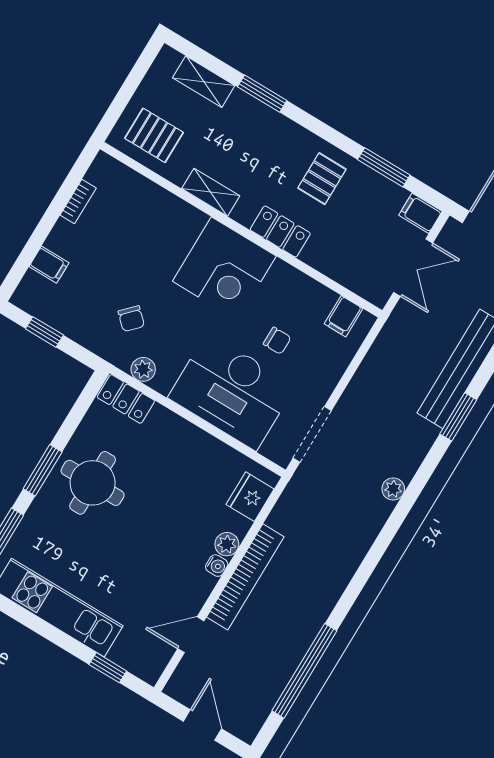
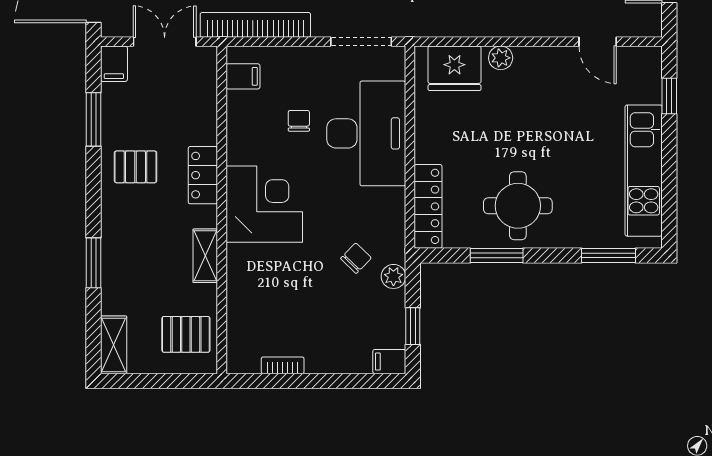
shelving: (204, 82) -> (114, 345), moved
pallet: (154, 135) -> (186, 334), turned 90
filing cabinet: (49, 265) -> (389, 362), moved, turned -90
plant: (143, 369) -> (393, 276), moved
locker: (126, 399) -> (428, 206), width x1.53
window: (43, 470) -> (497, 255), moved
fridge: (250, 497) -> (454, 68), width x1.36, depth x1.34
water cooler: (217, 566) -> (524, 56), removed
bookcase: (245, 577) -> (255, 25), moved

